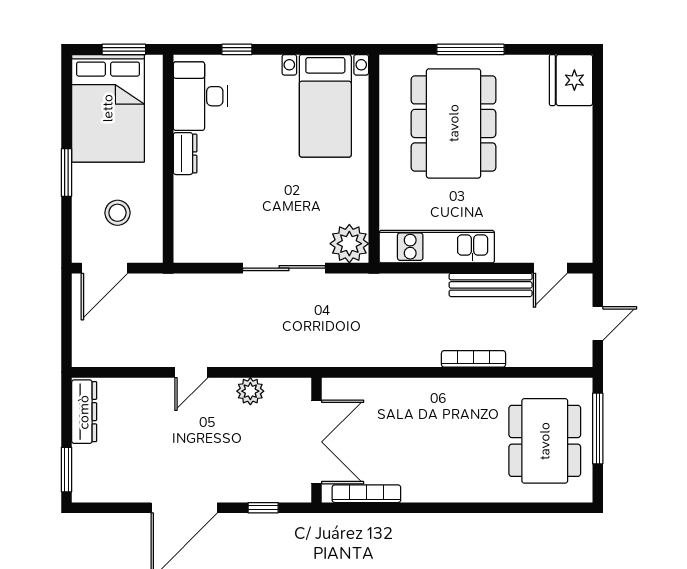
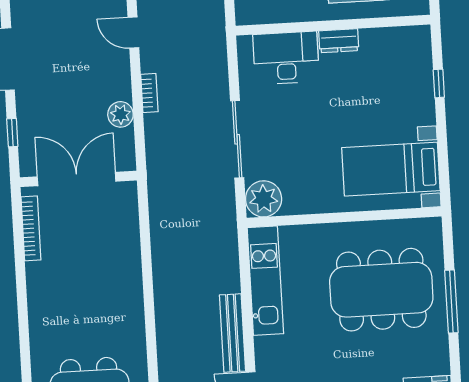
desk: (200, 96) -> (286, 58), moved
bookcase: (473, 359) -> (149, 93), moved, width x0.64
door: (191, 372) -> (133, 32), moved
double door: (317, 442) -> (77, 179), swing flipped

